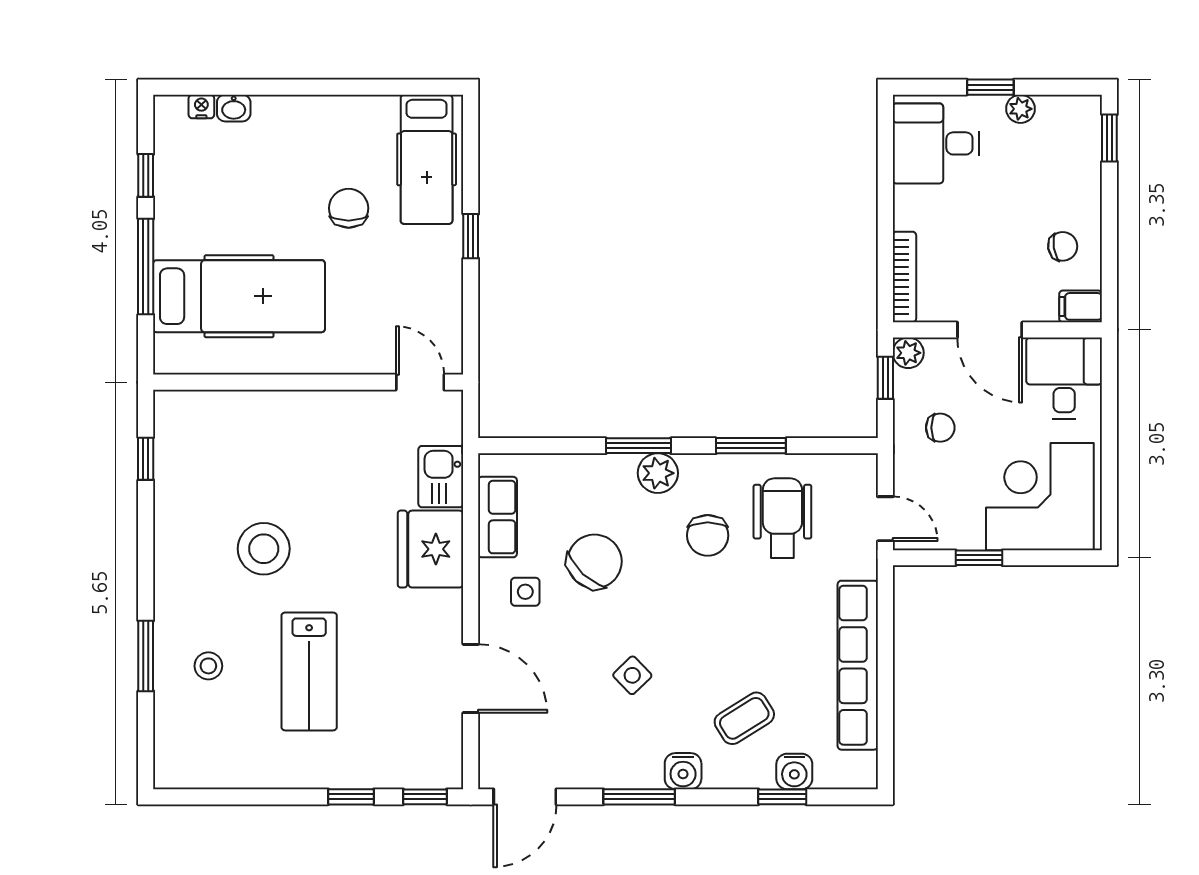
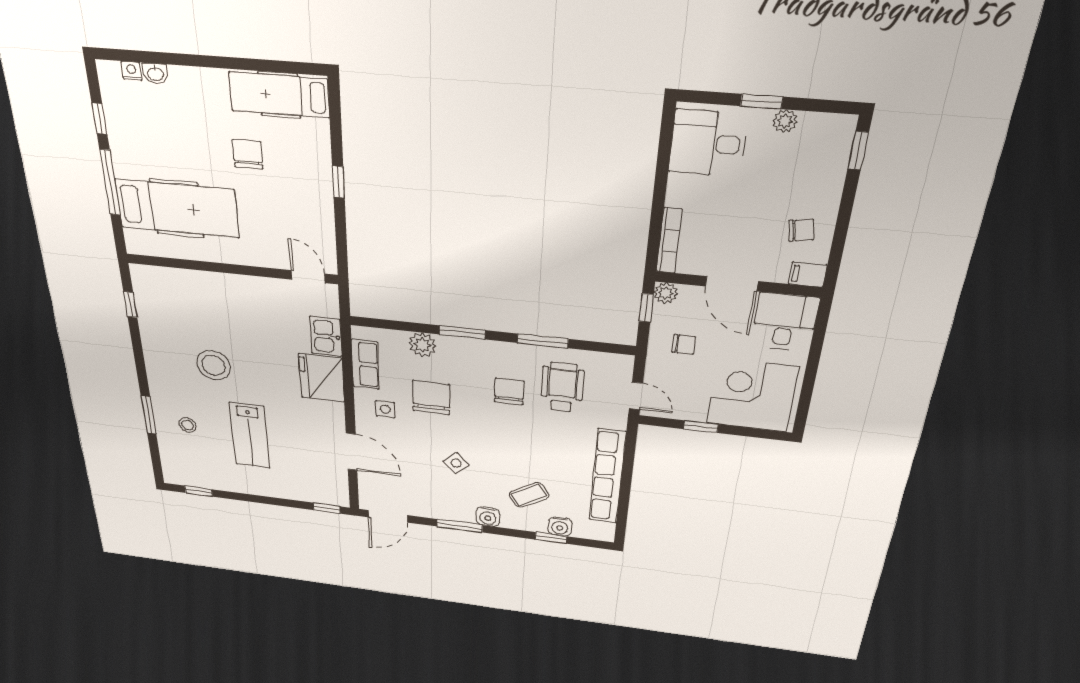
hospital bed: (427, 159) -> (279, 95), moved, turned 90
plant: (658, 473) -> (422, 345), moved
chair: (708, 535) -> (509, 391), turned 180
chair: (595, 561) -> (431, 398), turned -43
window: (351, 797) -> (199, 491), moved

